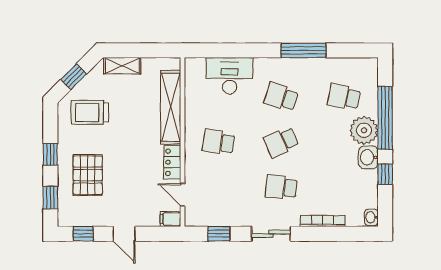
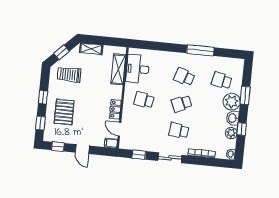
desk: (229, 76) -> (138, 69), moved, turned -90
shelving: (171, 107) -> (118, 69), width x0.68
window: (385, 118) -> (245, 95), width x0.47
plant: (368, 182) -> (231, 133), added

